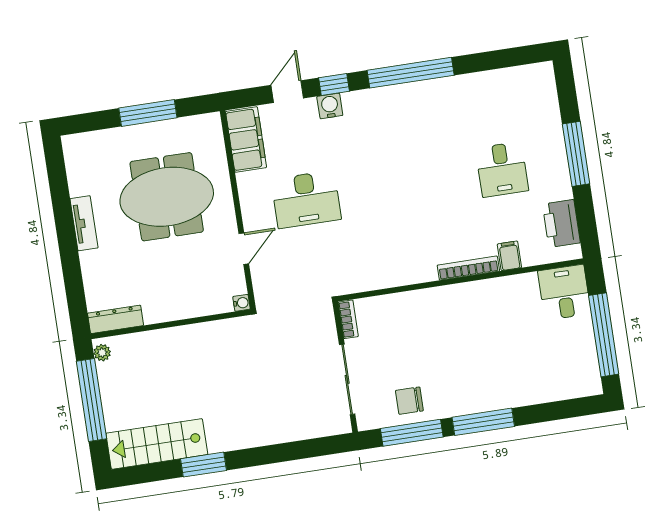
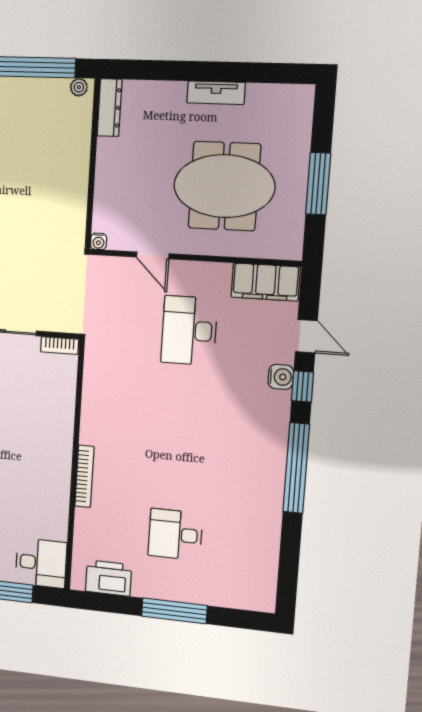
meeting table: (167, 197) -> (224, 186), turned 90
filing cabinet: (509, 256) -> (88, 519), removed

